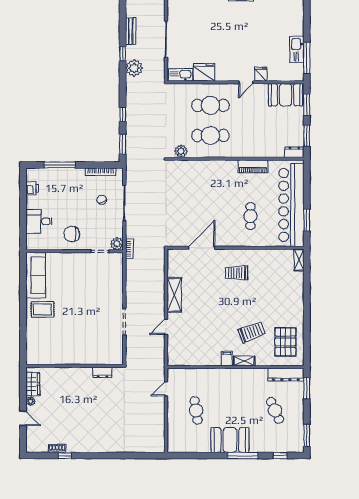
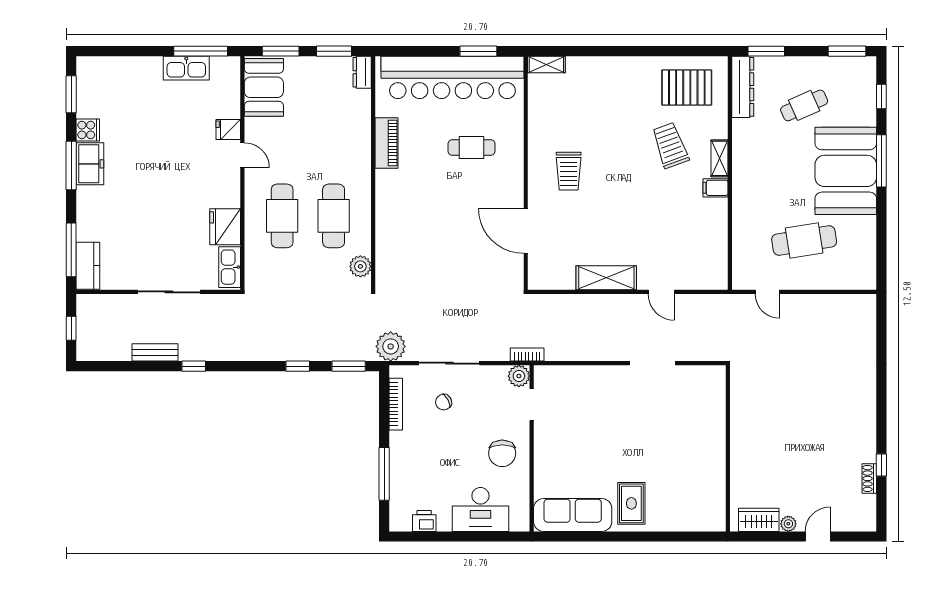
plant: (134, 68) -> (391, 346), moved
desk: (39, 221) -> (480, 509), width x1.37
dresser: (102, 372) -> (739, 401), removed
cafe table: (196, 410) -> (804, 241), width x1.37, depth x1.35
booth: (230, 440) -> (846, 171), width x1.36, depth x1.42

